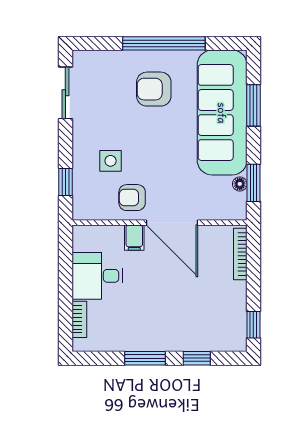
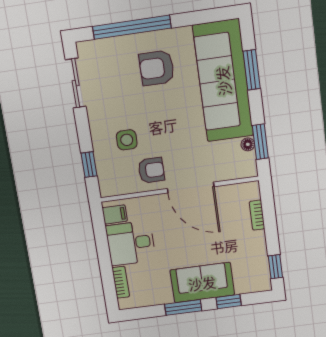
window: (164, 43) -> (132, 27), moved
armchair: (132, 198) -> (151, 170), turned 180
filing cabinet: (134, 238) -> (115, 214), moved, turned -90
bookcase: (240, 254) -> (257, 215), width x0.64
sofa: (170, 332) -> (202, 283), added

